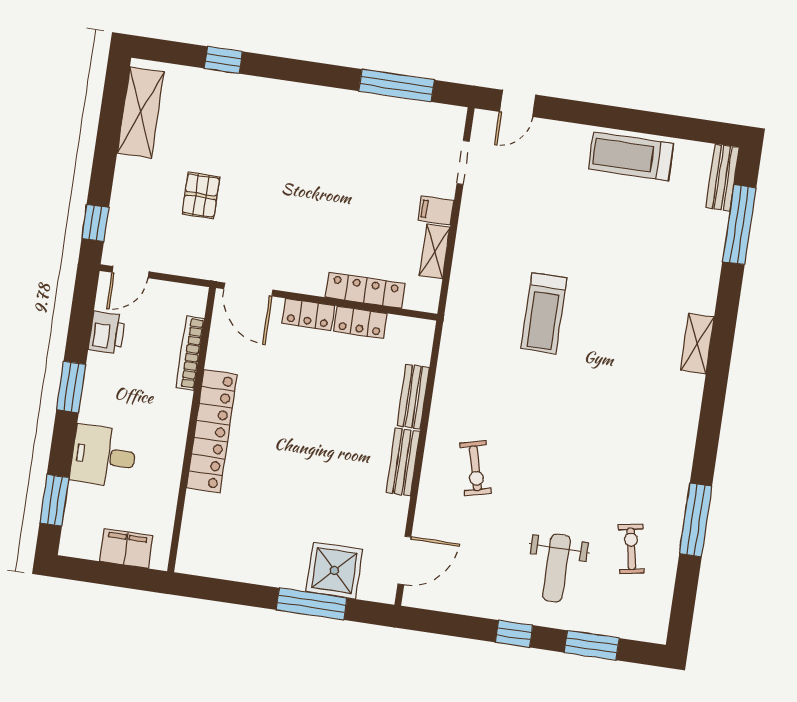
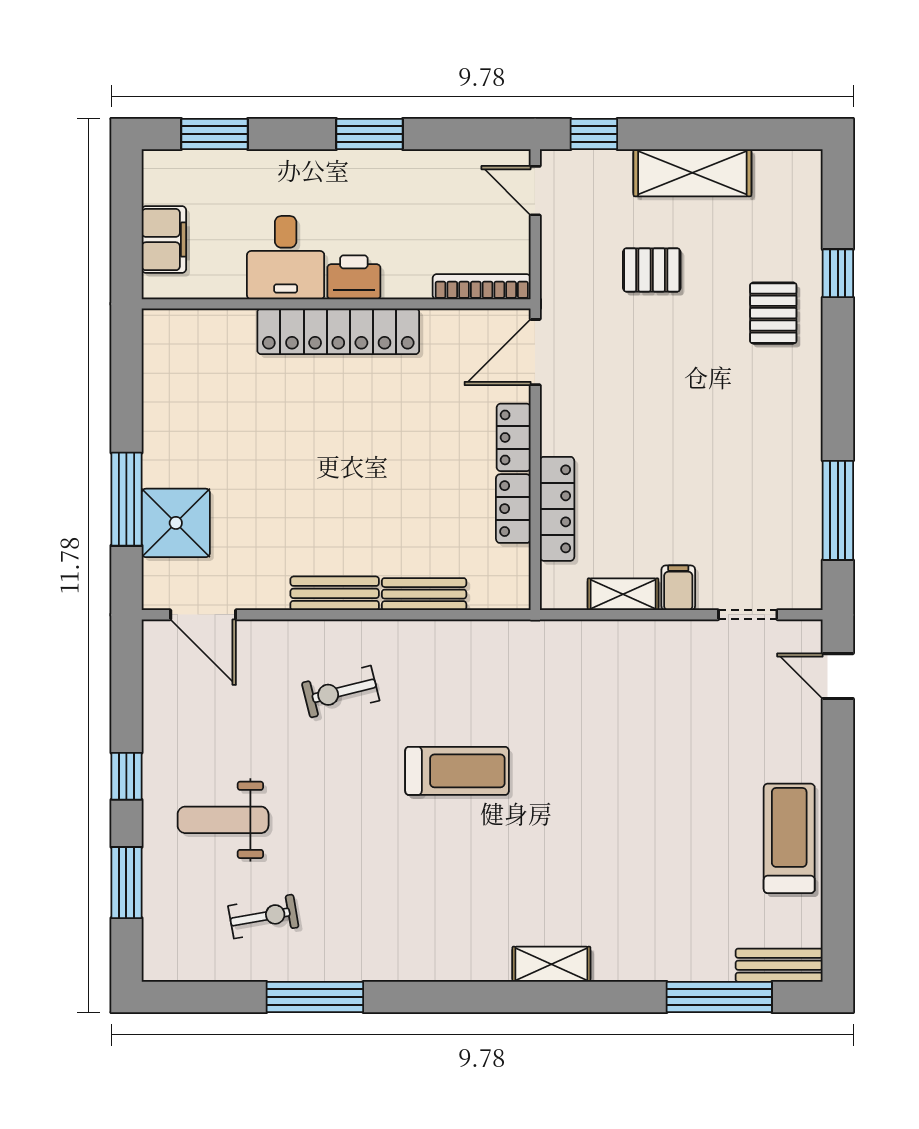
pallet: (246, 111) -> (773, 313), added
shelving: (141, 112) -> (692, 173), moved
treadmill: (544, 313) -> (457, 771), moved, turned 180
printer: (107, 333) -> (354, 277), moved, turned 180
bookcase: (190, 353) -> (482, 287), moved
desk: (103, 456) -> (286, 258), moved, turned 180

